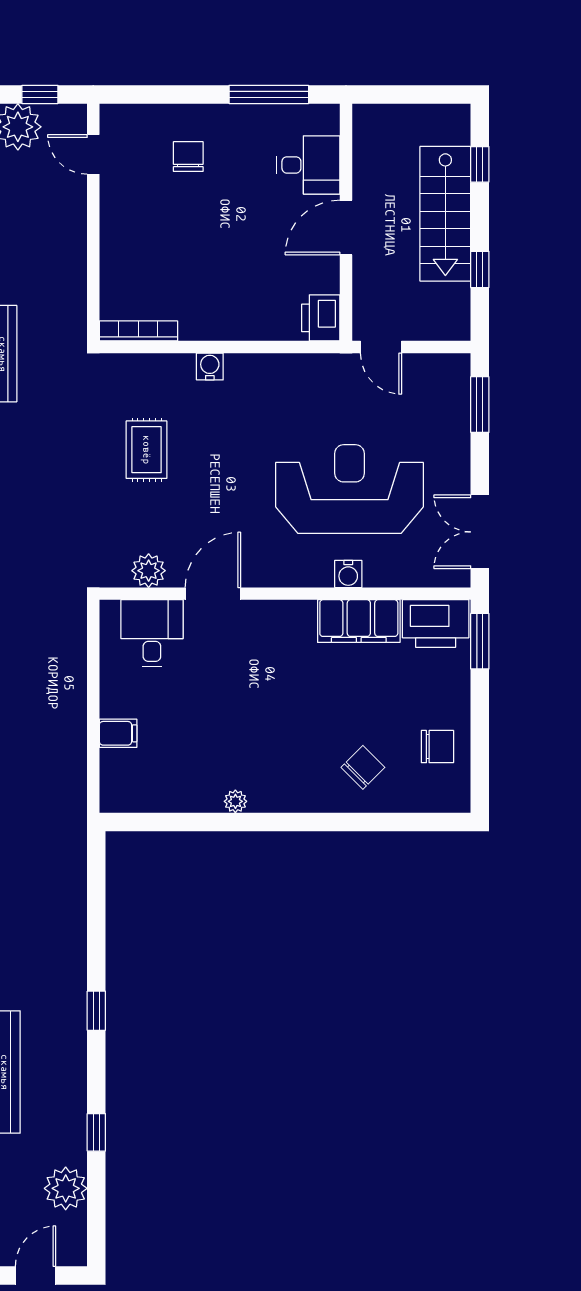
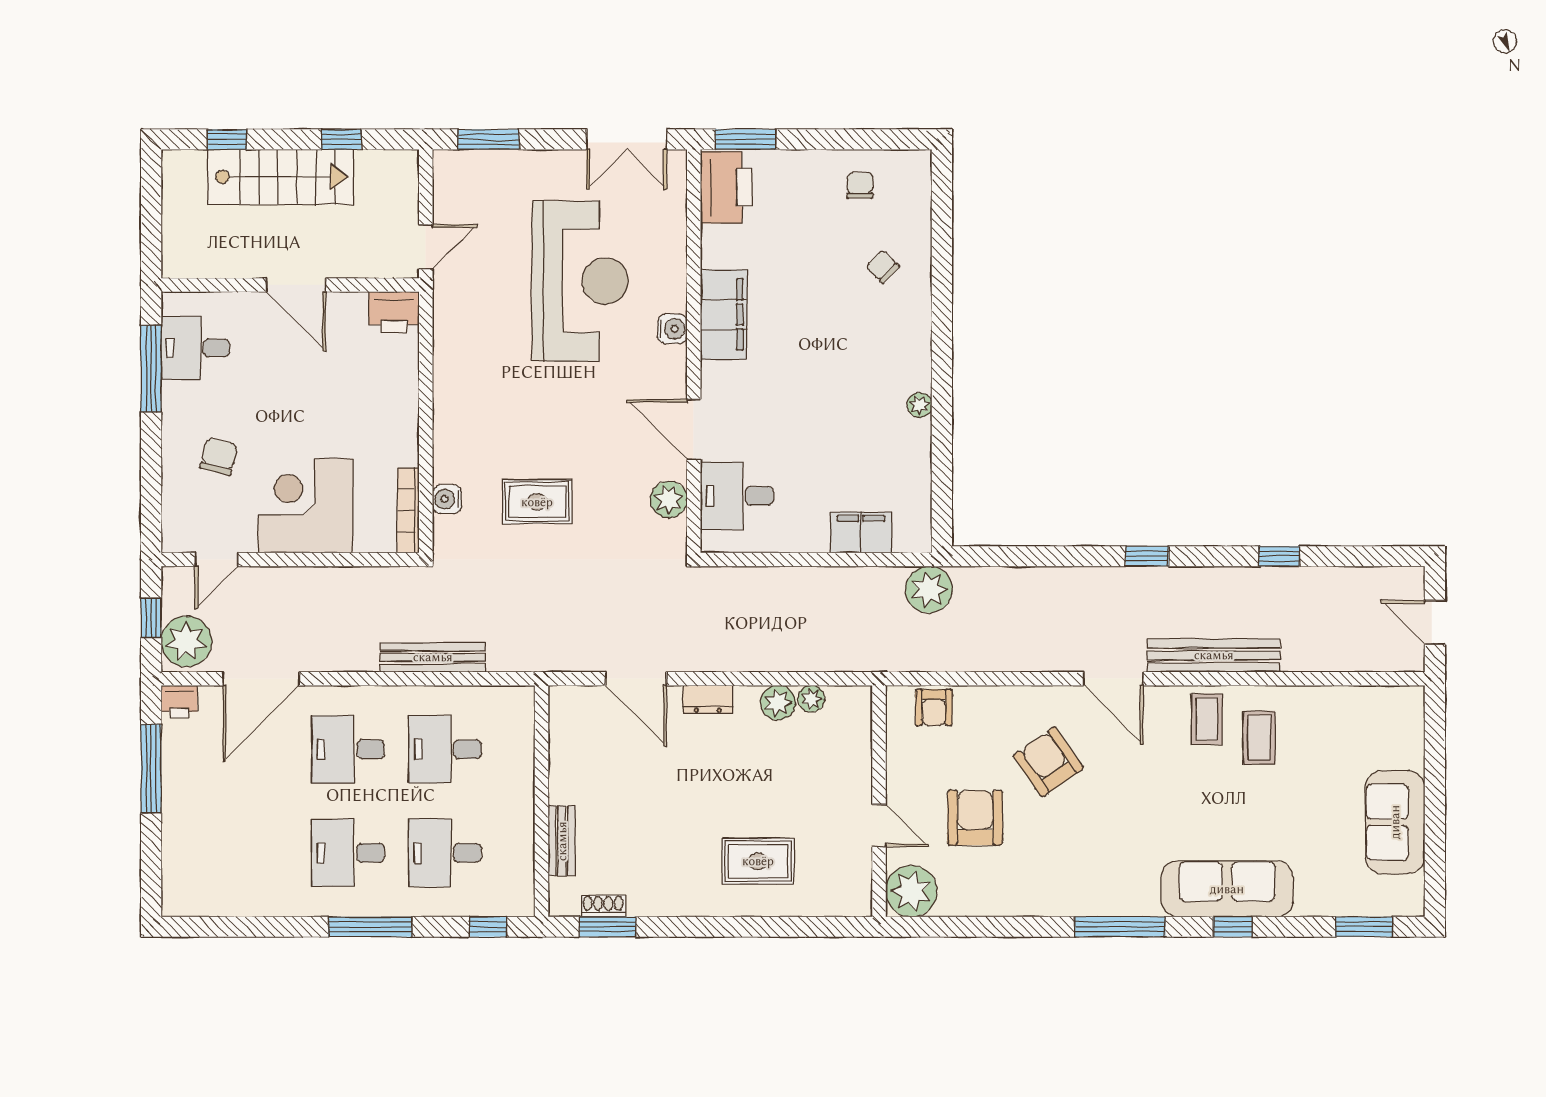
chair: (188, 157) -> (219, 456), turned 104
desk: (308, 165) -> (195, 348), moved, turned -90
corner desk: (143, 236) -> (306, 506), added
water cooler: (210, 367) -> (447, 499), moved
reception desk: (350, 489) -> (580, 281), turned 180
water cooler: (348, 574) -> (672, 329), moved
filing cabinet: (359, 621) -> (724, 314), moved
filing cabinet: (118, 733) -> (861, 533), width x2.00
chair: (437, 747) -> (860, 185), width x0.73, depth x0.73
chair: (363, 767) -> (883, 266), width x0.73, depth x0.73
plant: (66, 1188) -> (929, 590), moved

